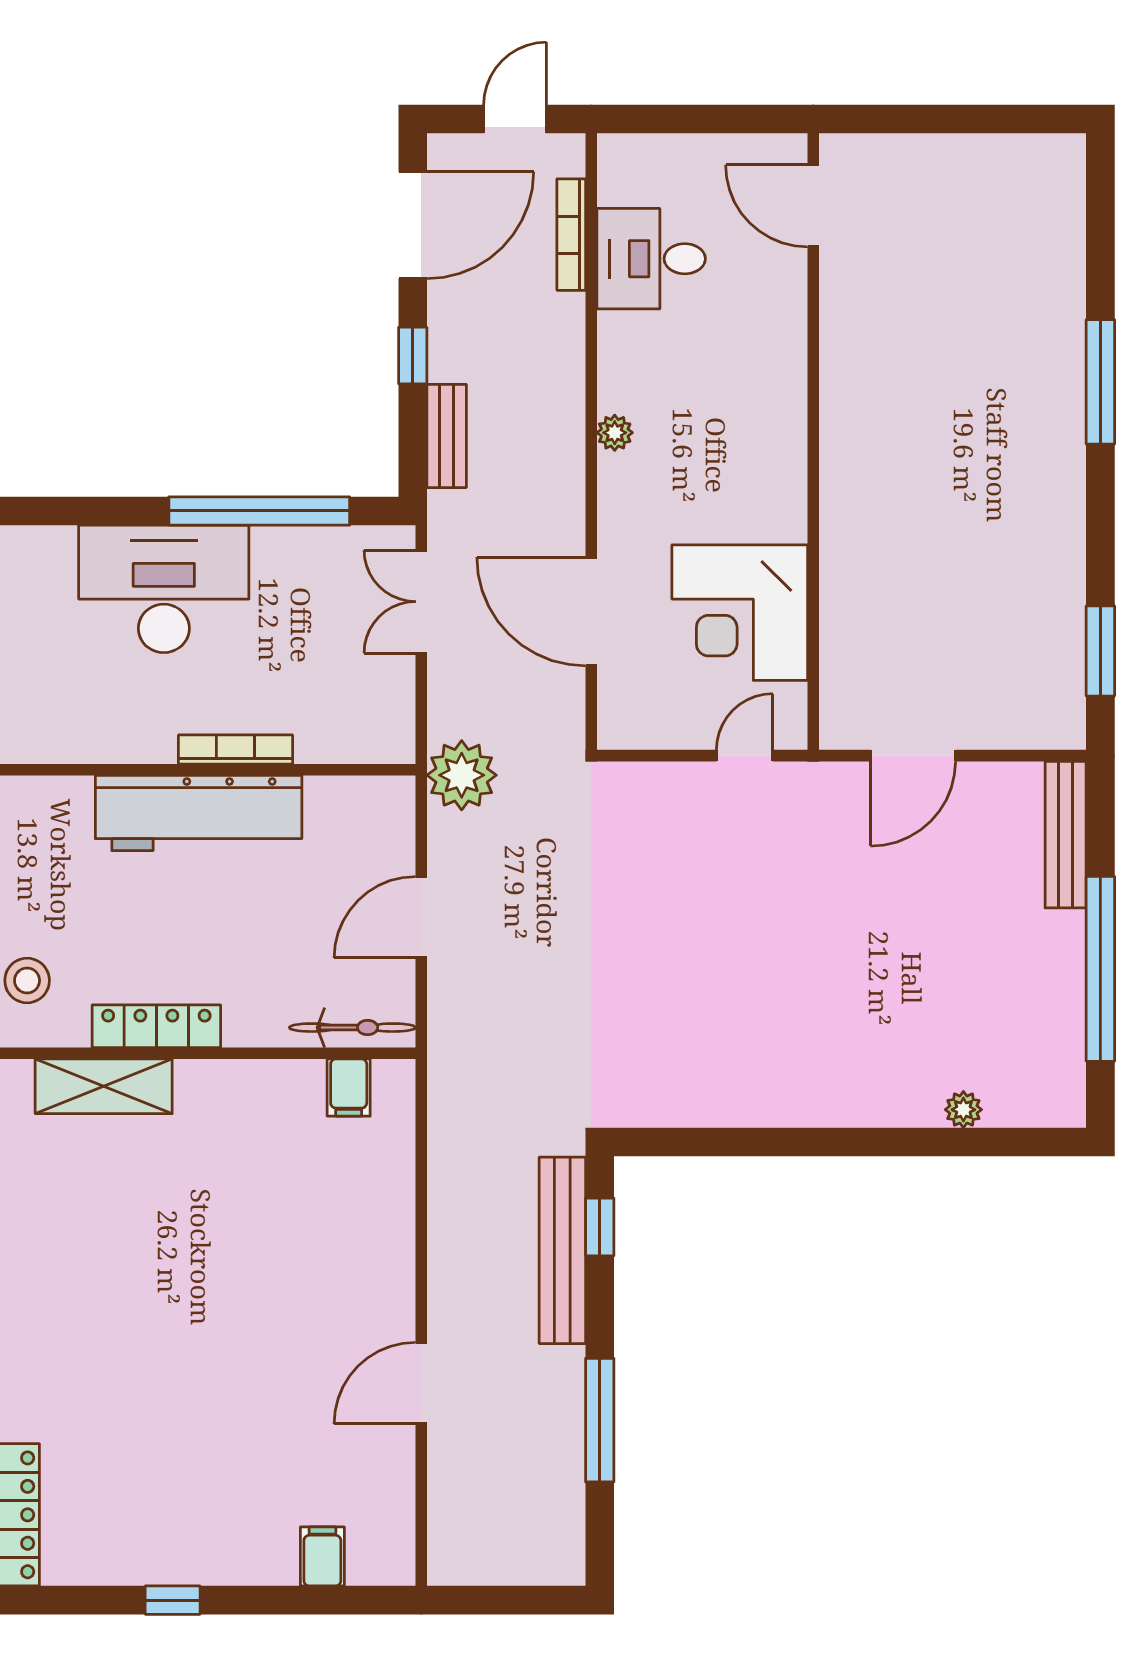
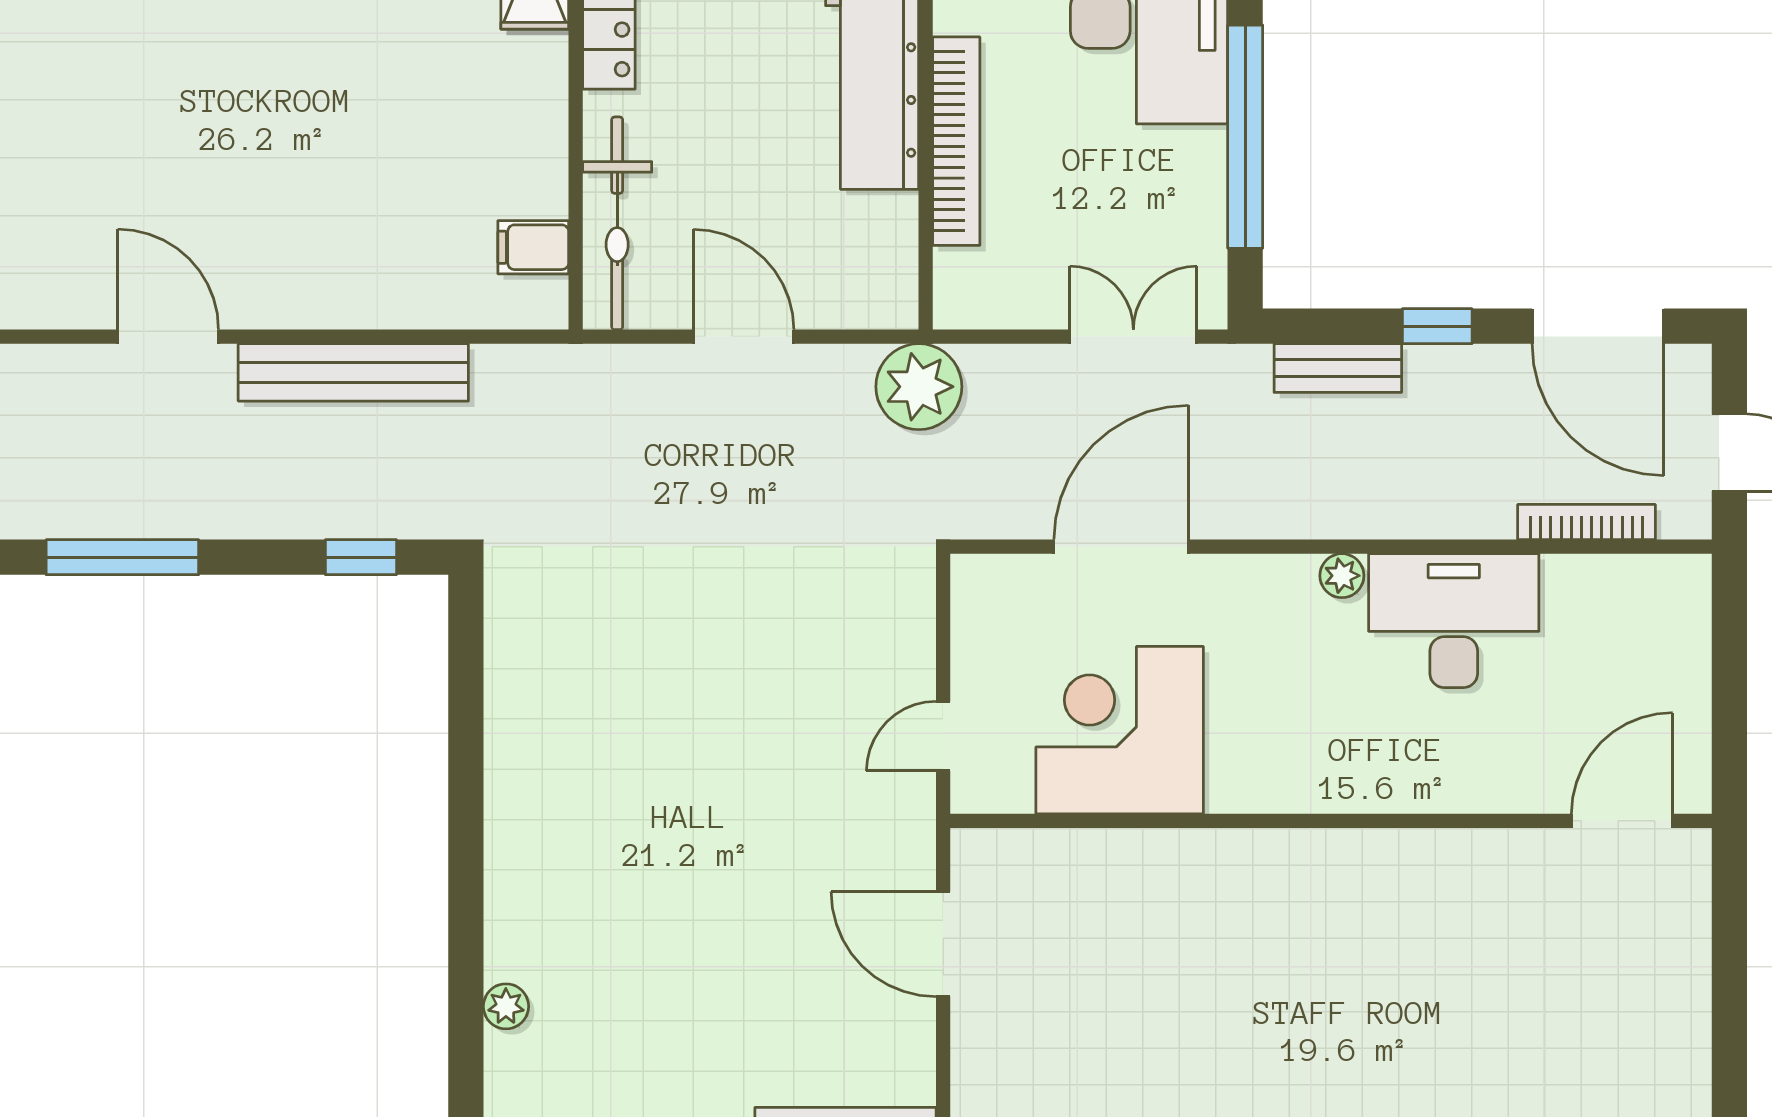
desk: (651, 259) -> (1454, 621), moved, width x1.37
bookcase: (235, 750) -> (956, 141), width x1.48, depth x1.31
door: (745, 756) -> (943, 736), swing flipped
bicycle: (352, 1028) -> (617, 223), width x1.37, depth x1.40
bench: (562, 1250) -> (353, 372), moved

